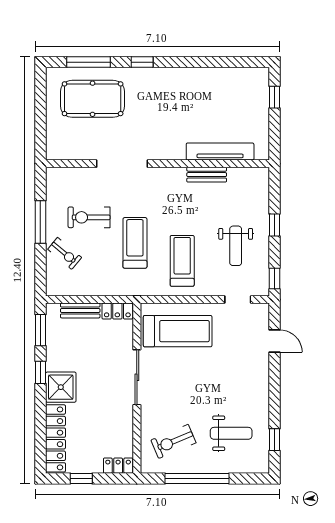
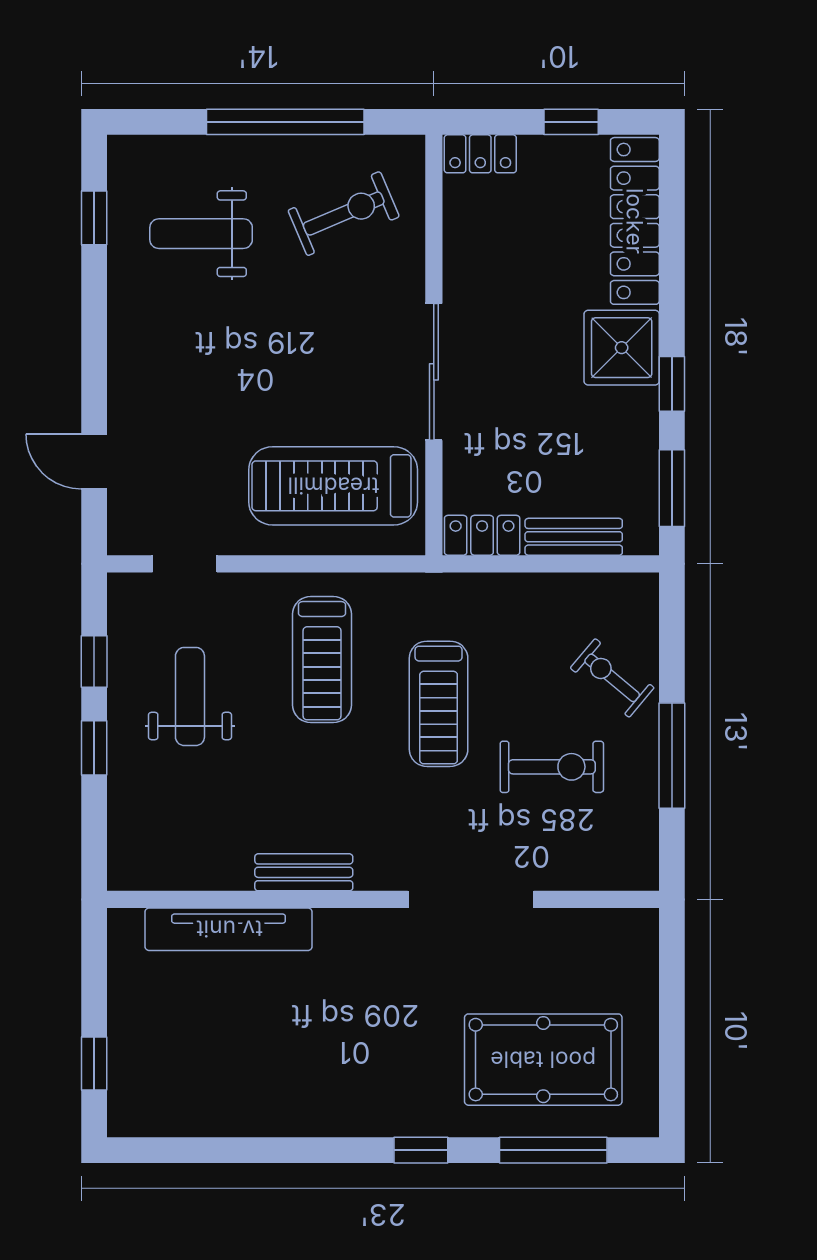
bench: (207, 175) -> (304, 872), moved
window: (274, 279) -> (94, 661), moved

